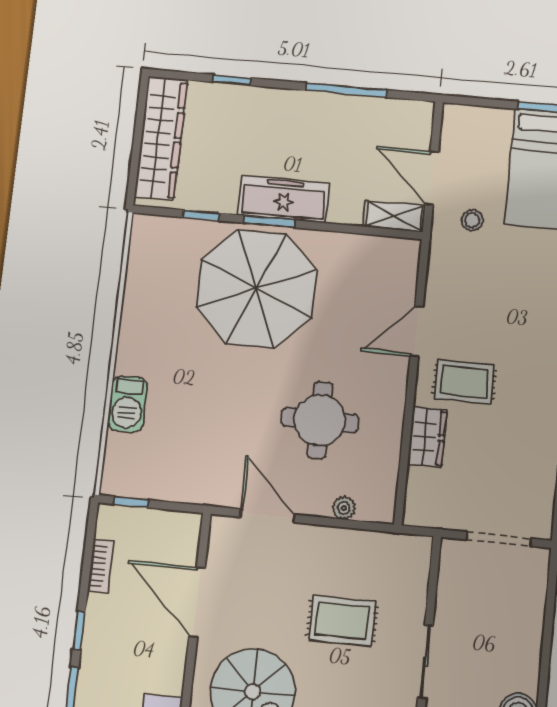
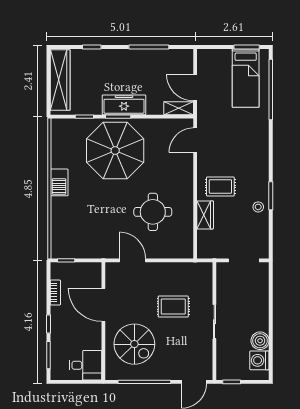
stool: (472, 220) -> (258, 207), moved
door: (417, 331) -> (195, 140), moved
barbecue: (128, 404) -> (59, 182), moved
plant: (344, 508) -> (169, 253), removed

